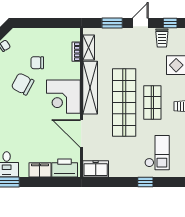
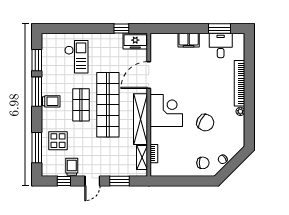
chair: (37, 63) -> (203, 163), moved
door: (81, 134) -> (149, 75), swing flipped
checkout: (157, 153) -> (76, 57), turned 180
printer: (65, 168) -> (165, 42), removed
window: (145, 182) -> (121, 29), moved

